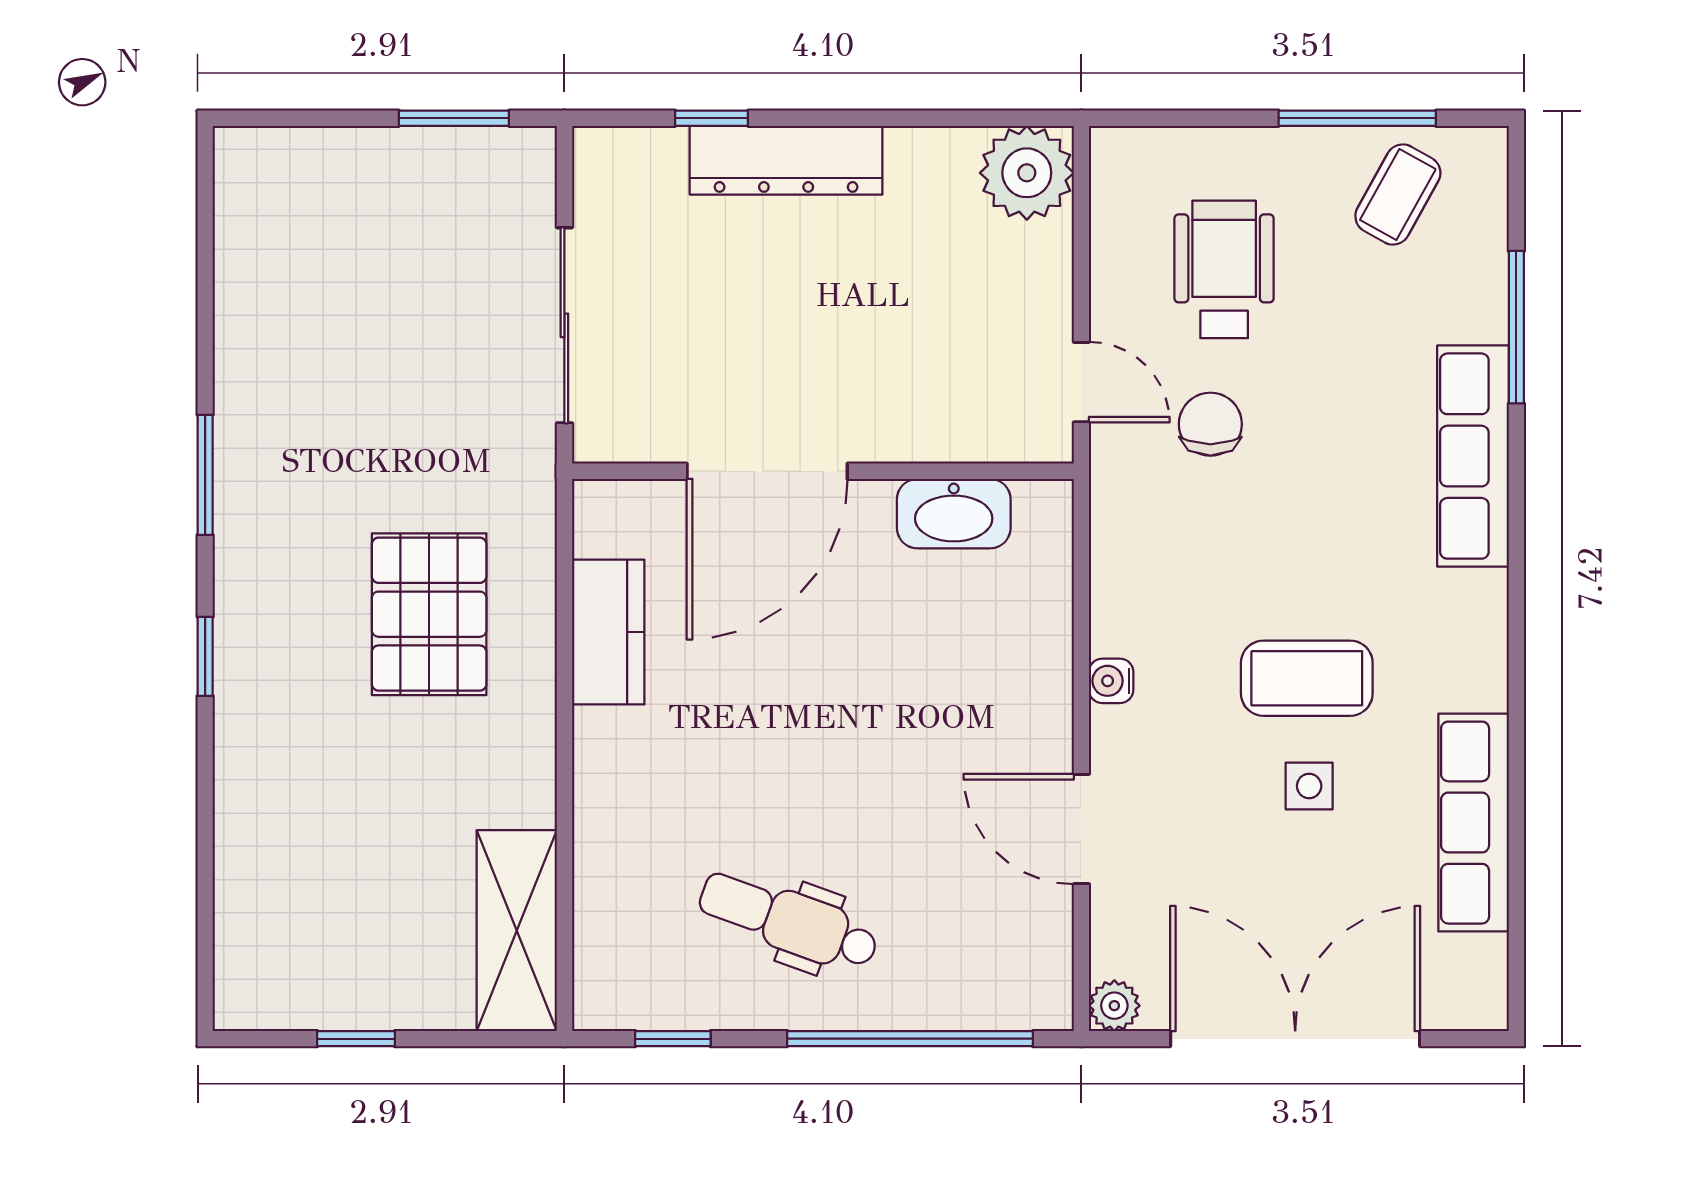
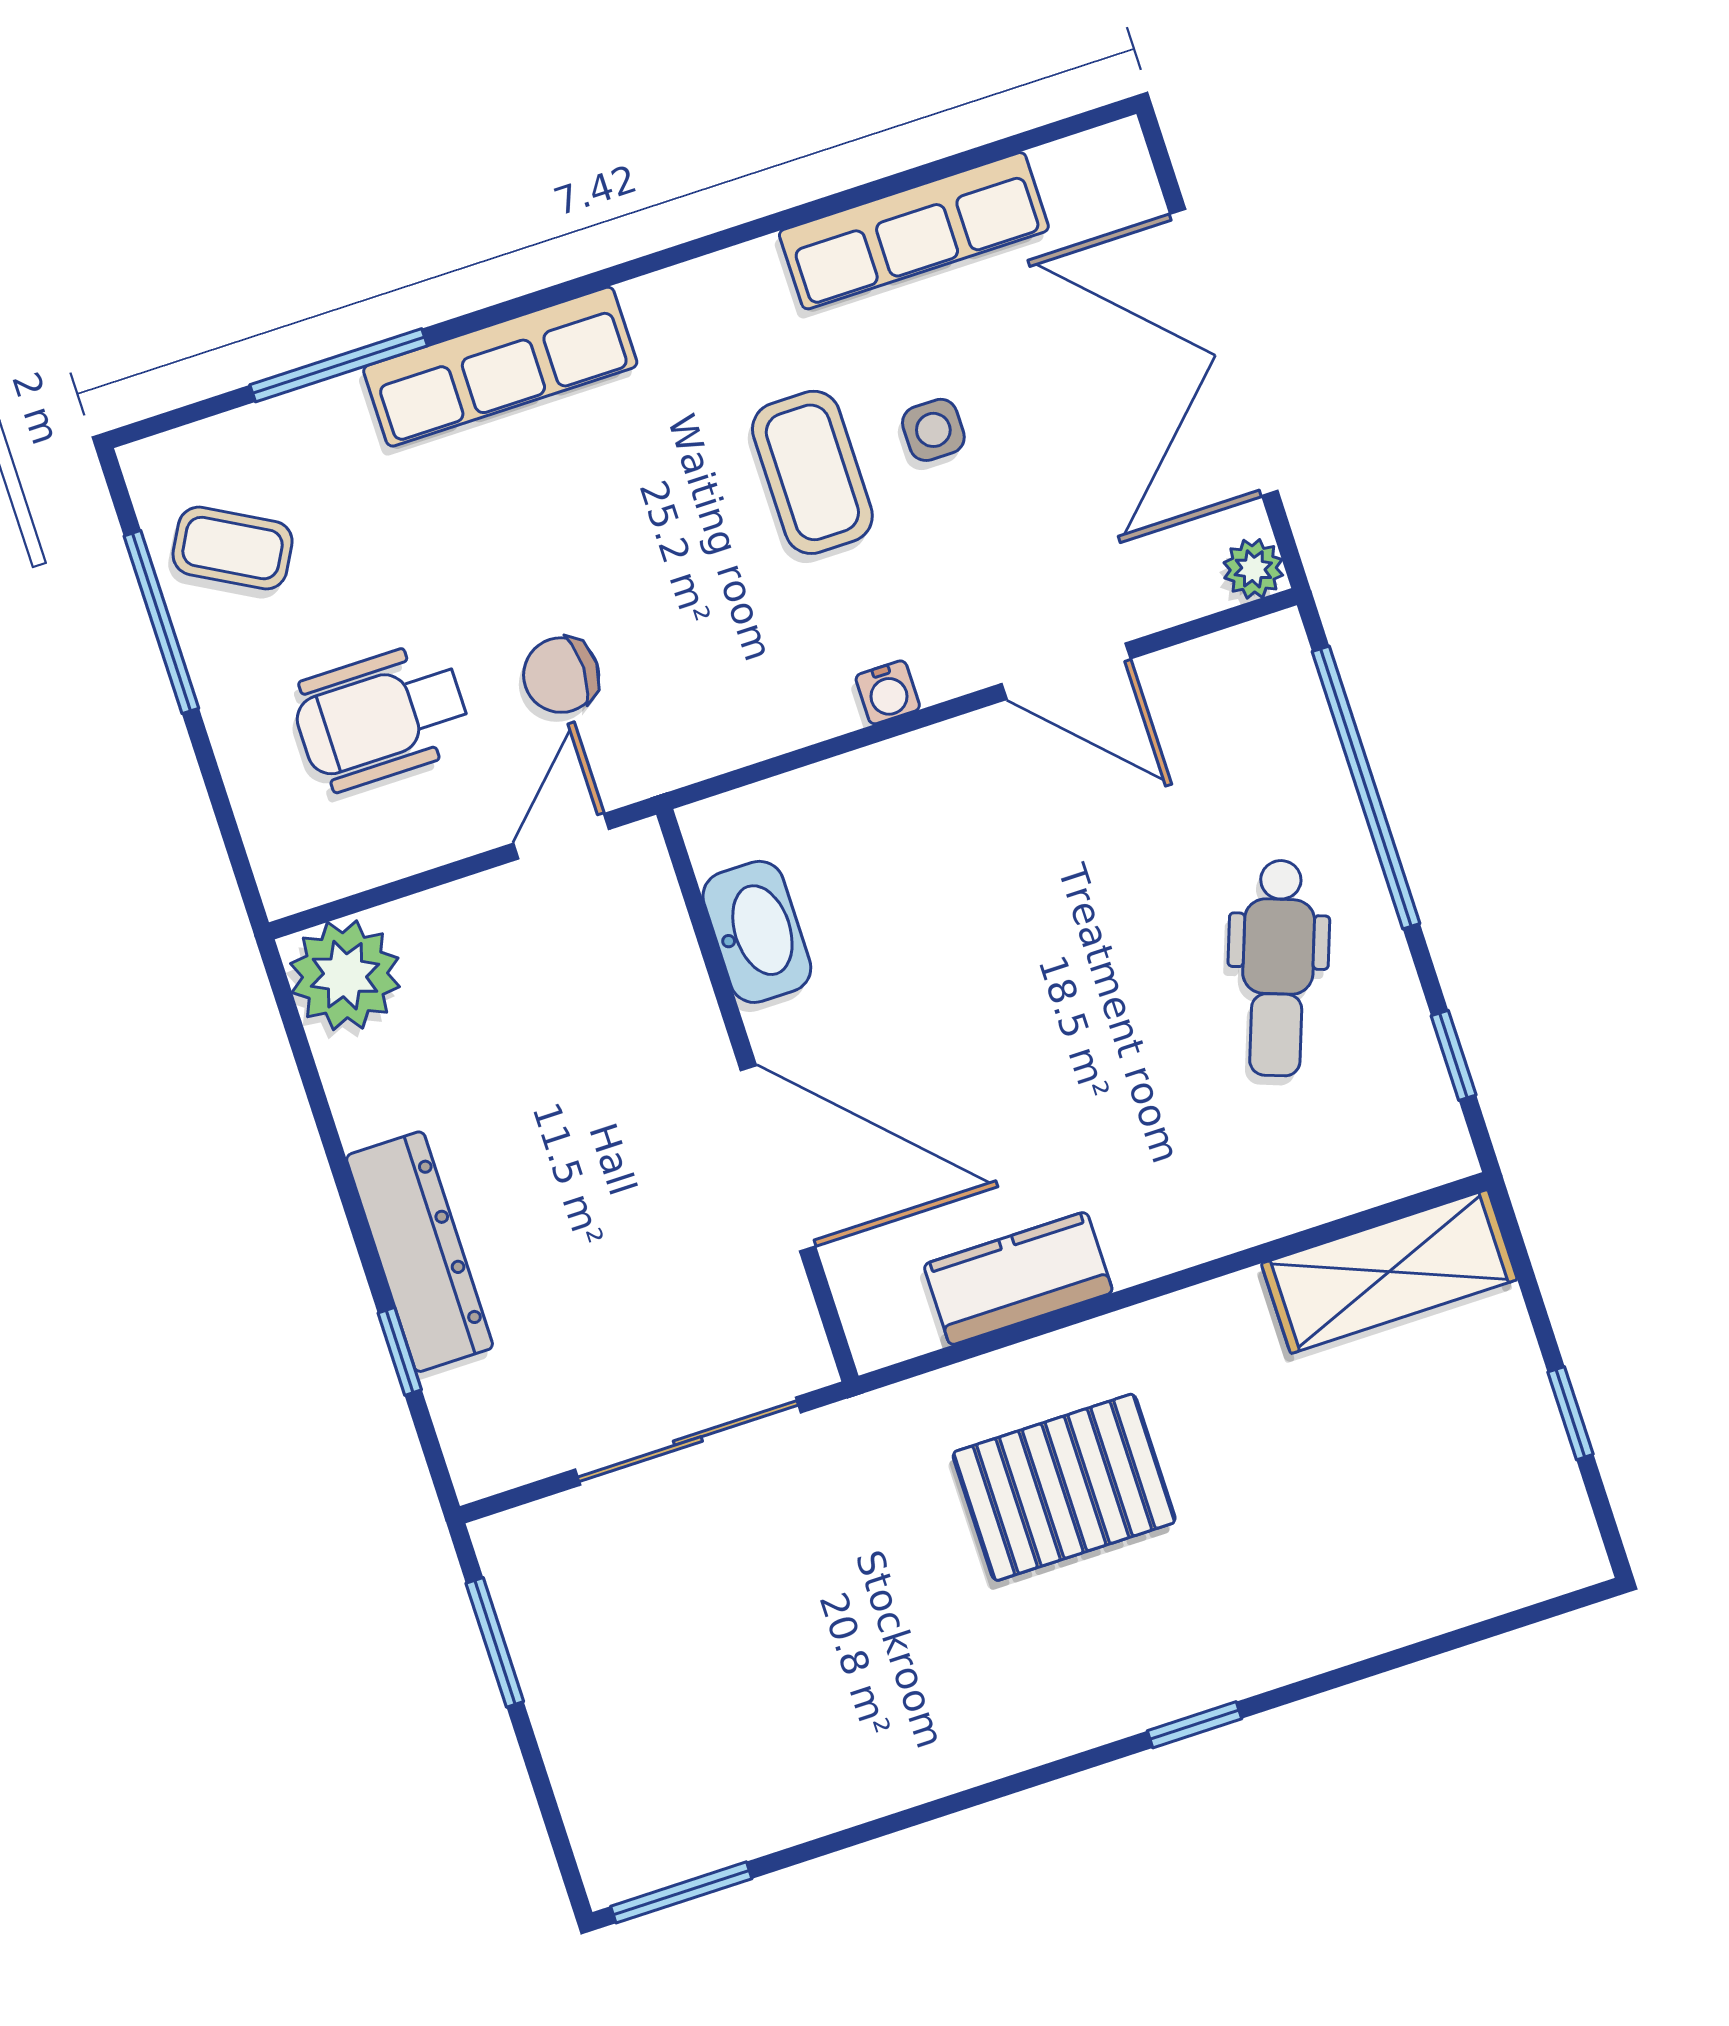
window: (205, 475) -> (681, 1892), moved
door: (1081, 829) -> (1066, 671), hinge flipped

